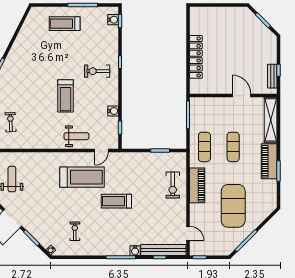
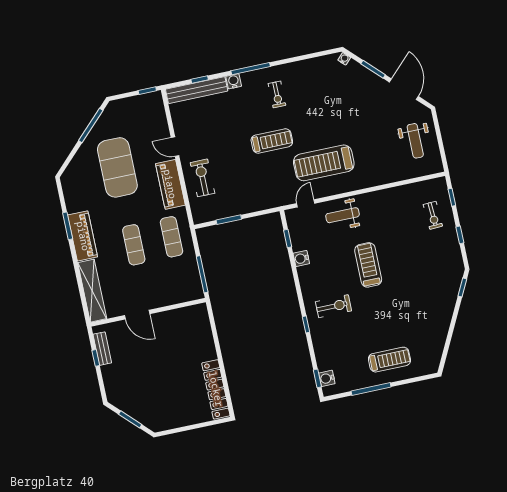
locker: (196, 57) -> (216, 389), moved
exercise bike: (75, 231) -> (277, 94), moved
door: (188, 233) -> (175, 147), moved

